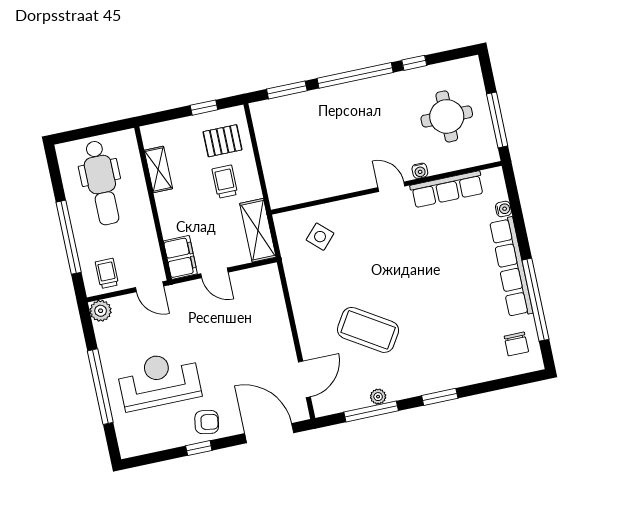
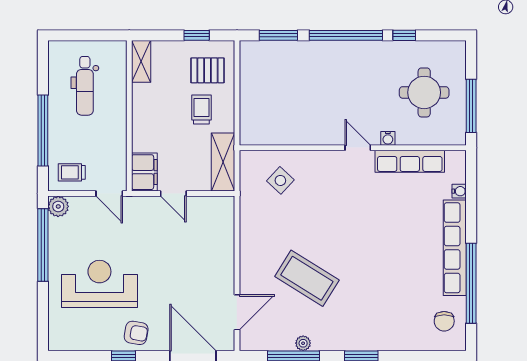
shelving: (158, 169) -> (141, 61), moved
dental chair: (102, 183) -> (85, 86), width x0.73, depth x0.72
trolley: (107, 273) -> (72, 172), turned -90
window: (100, 387) -> (43, 245), moved

